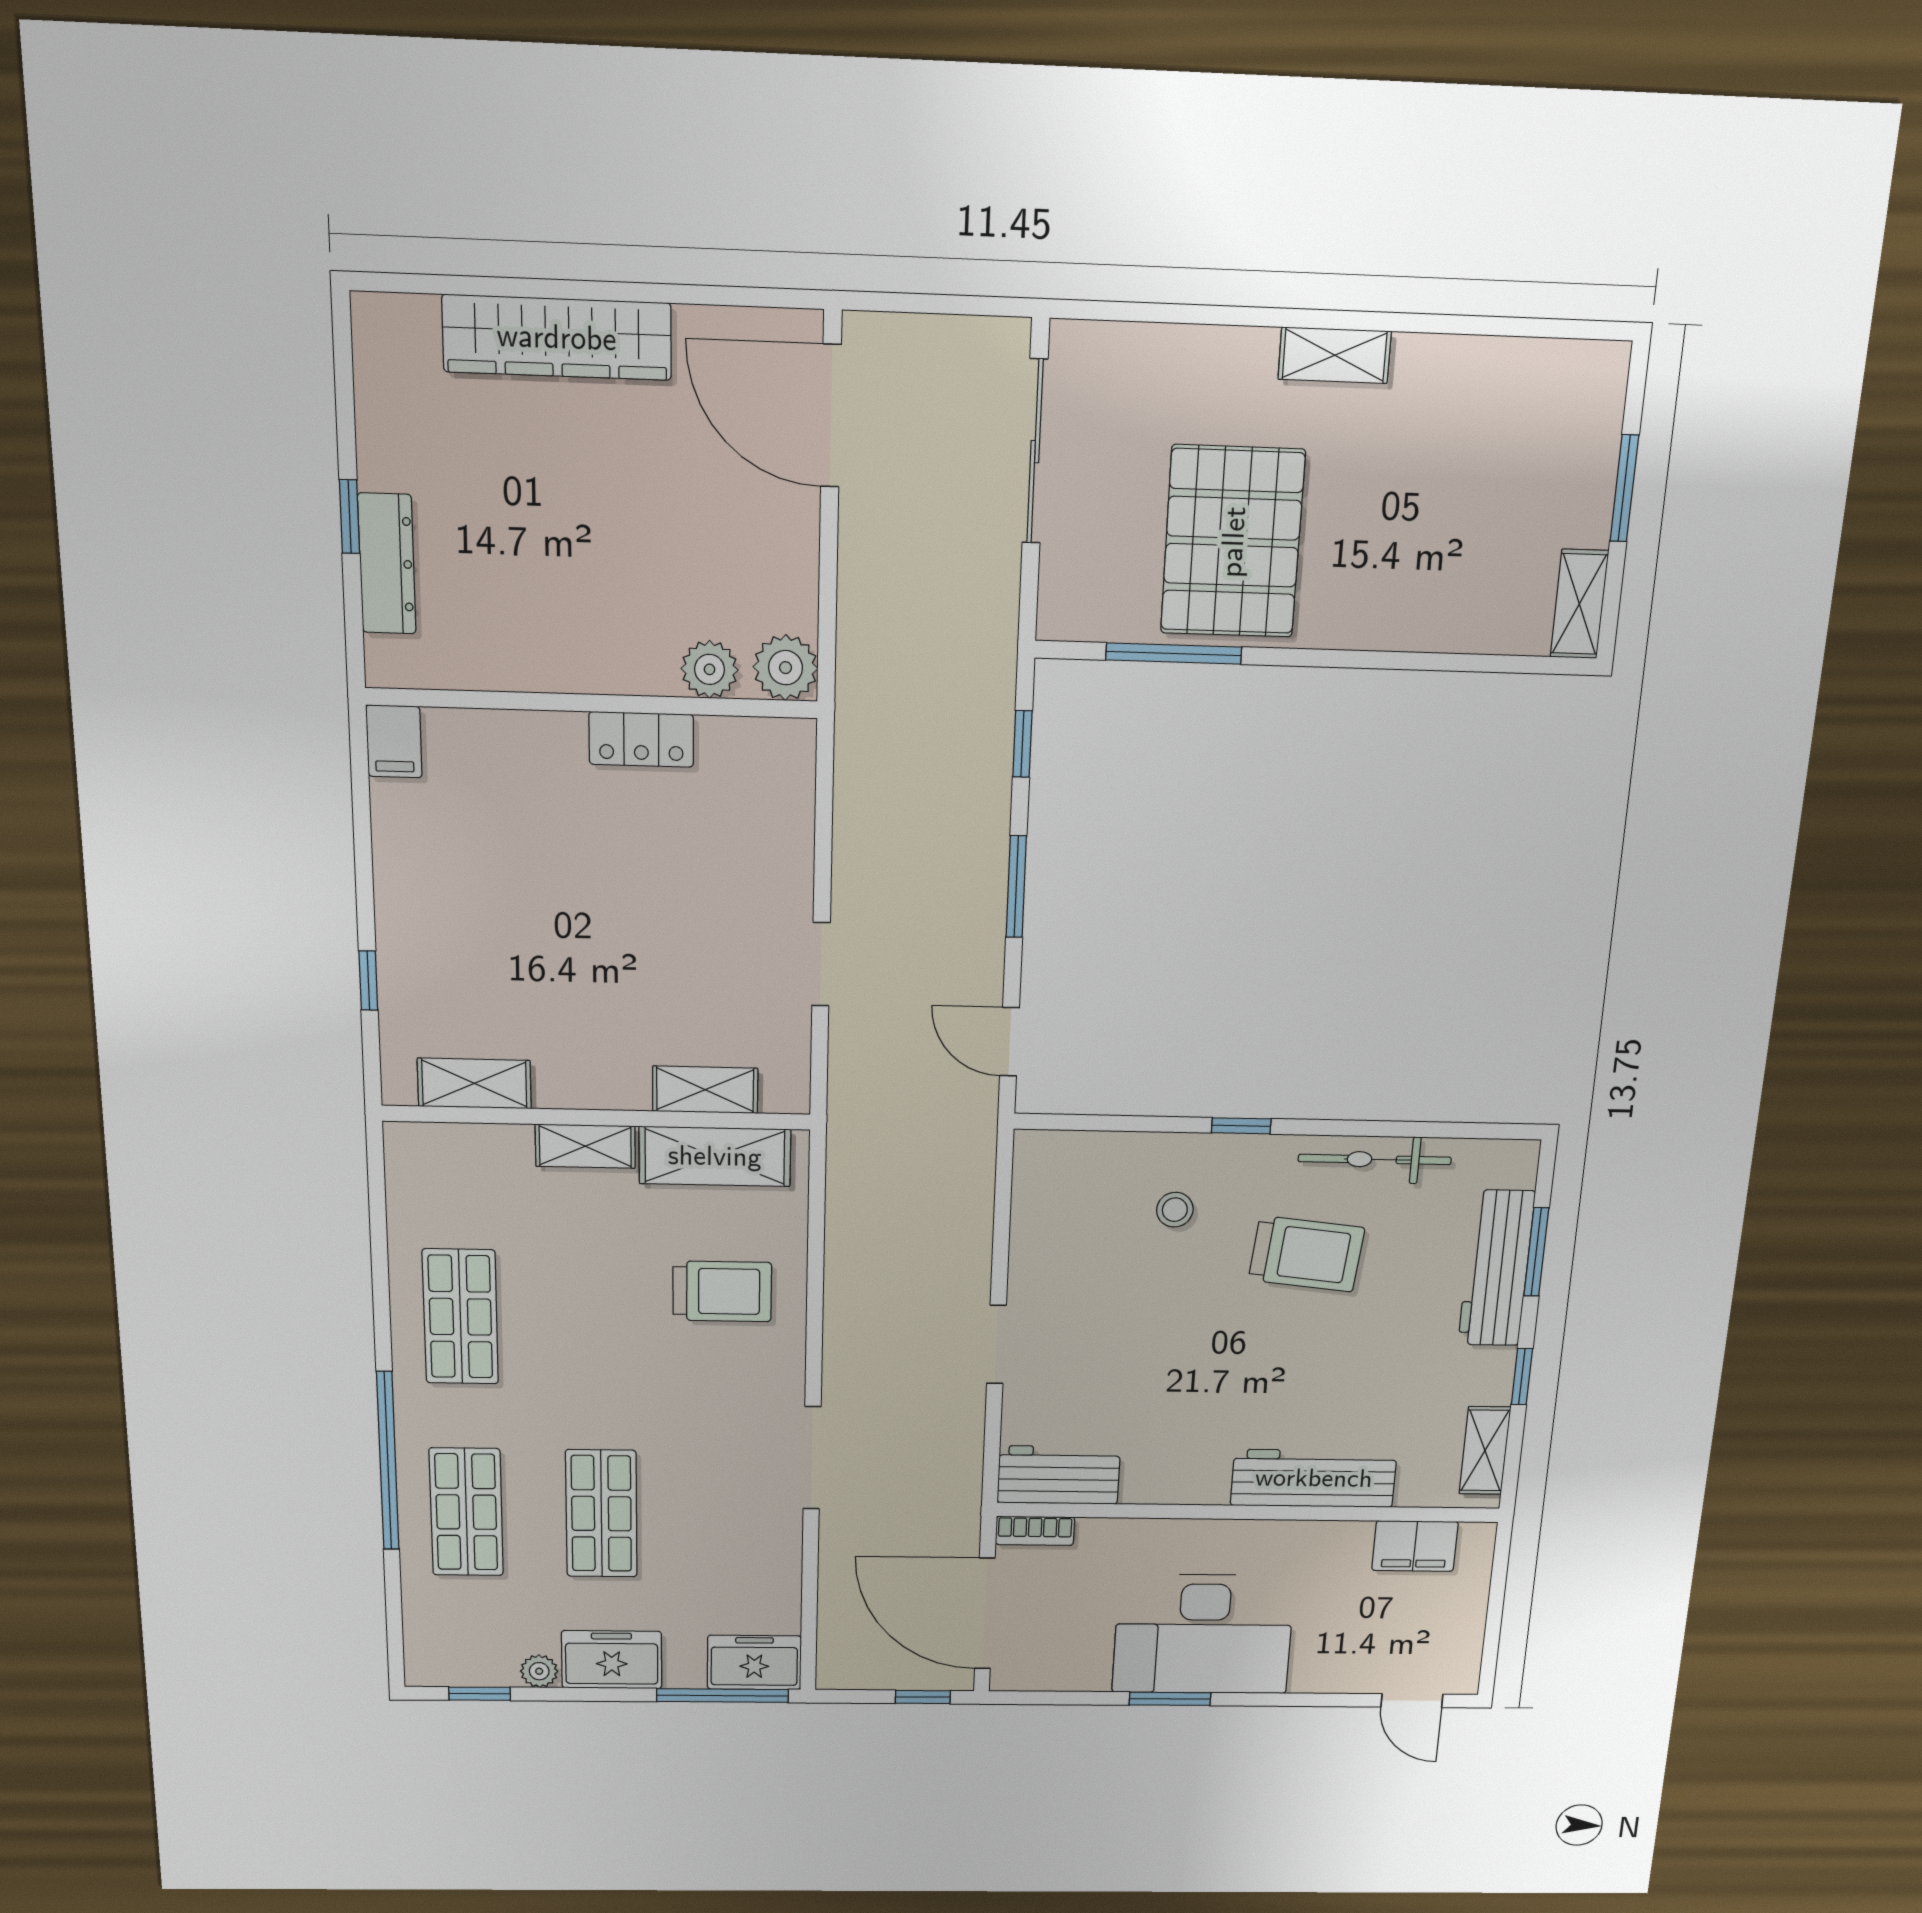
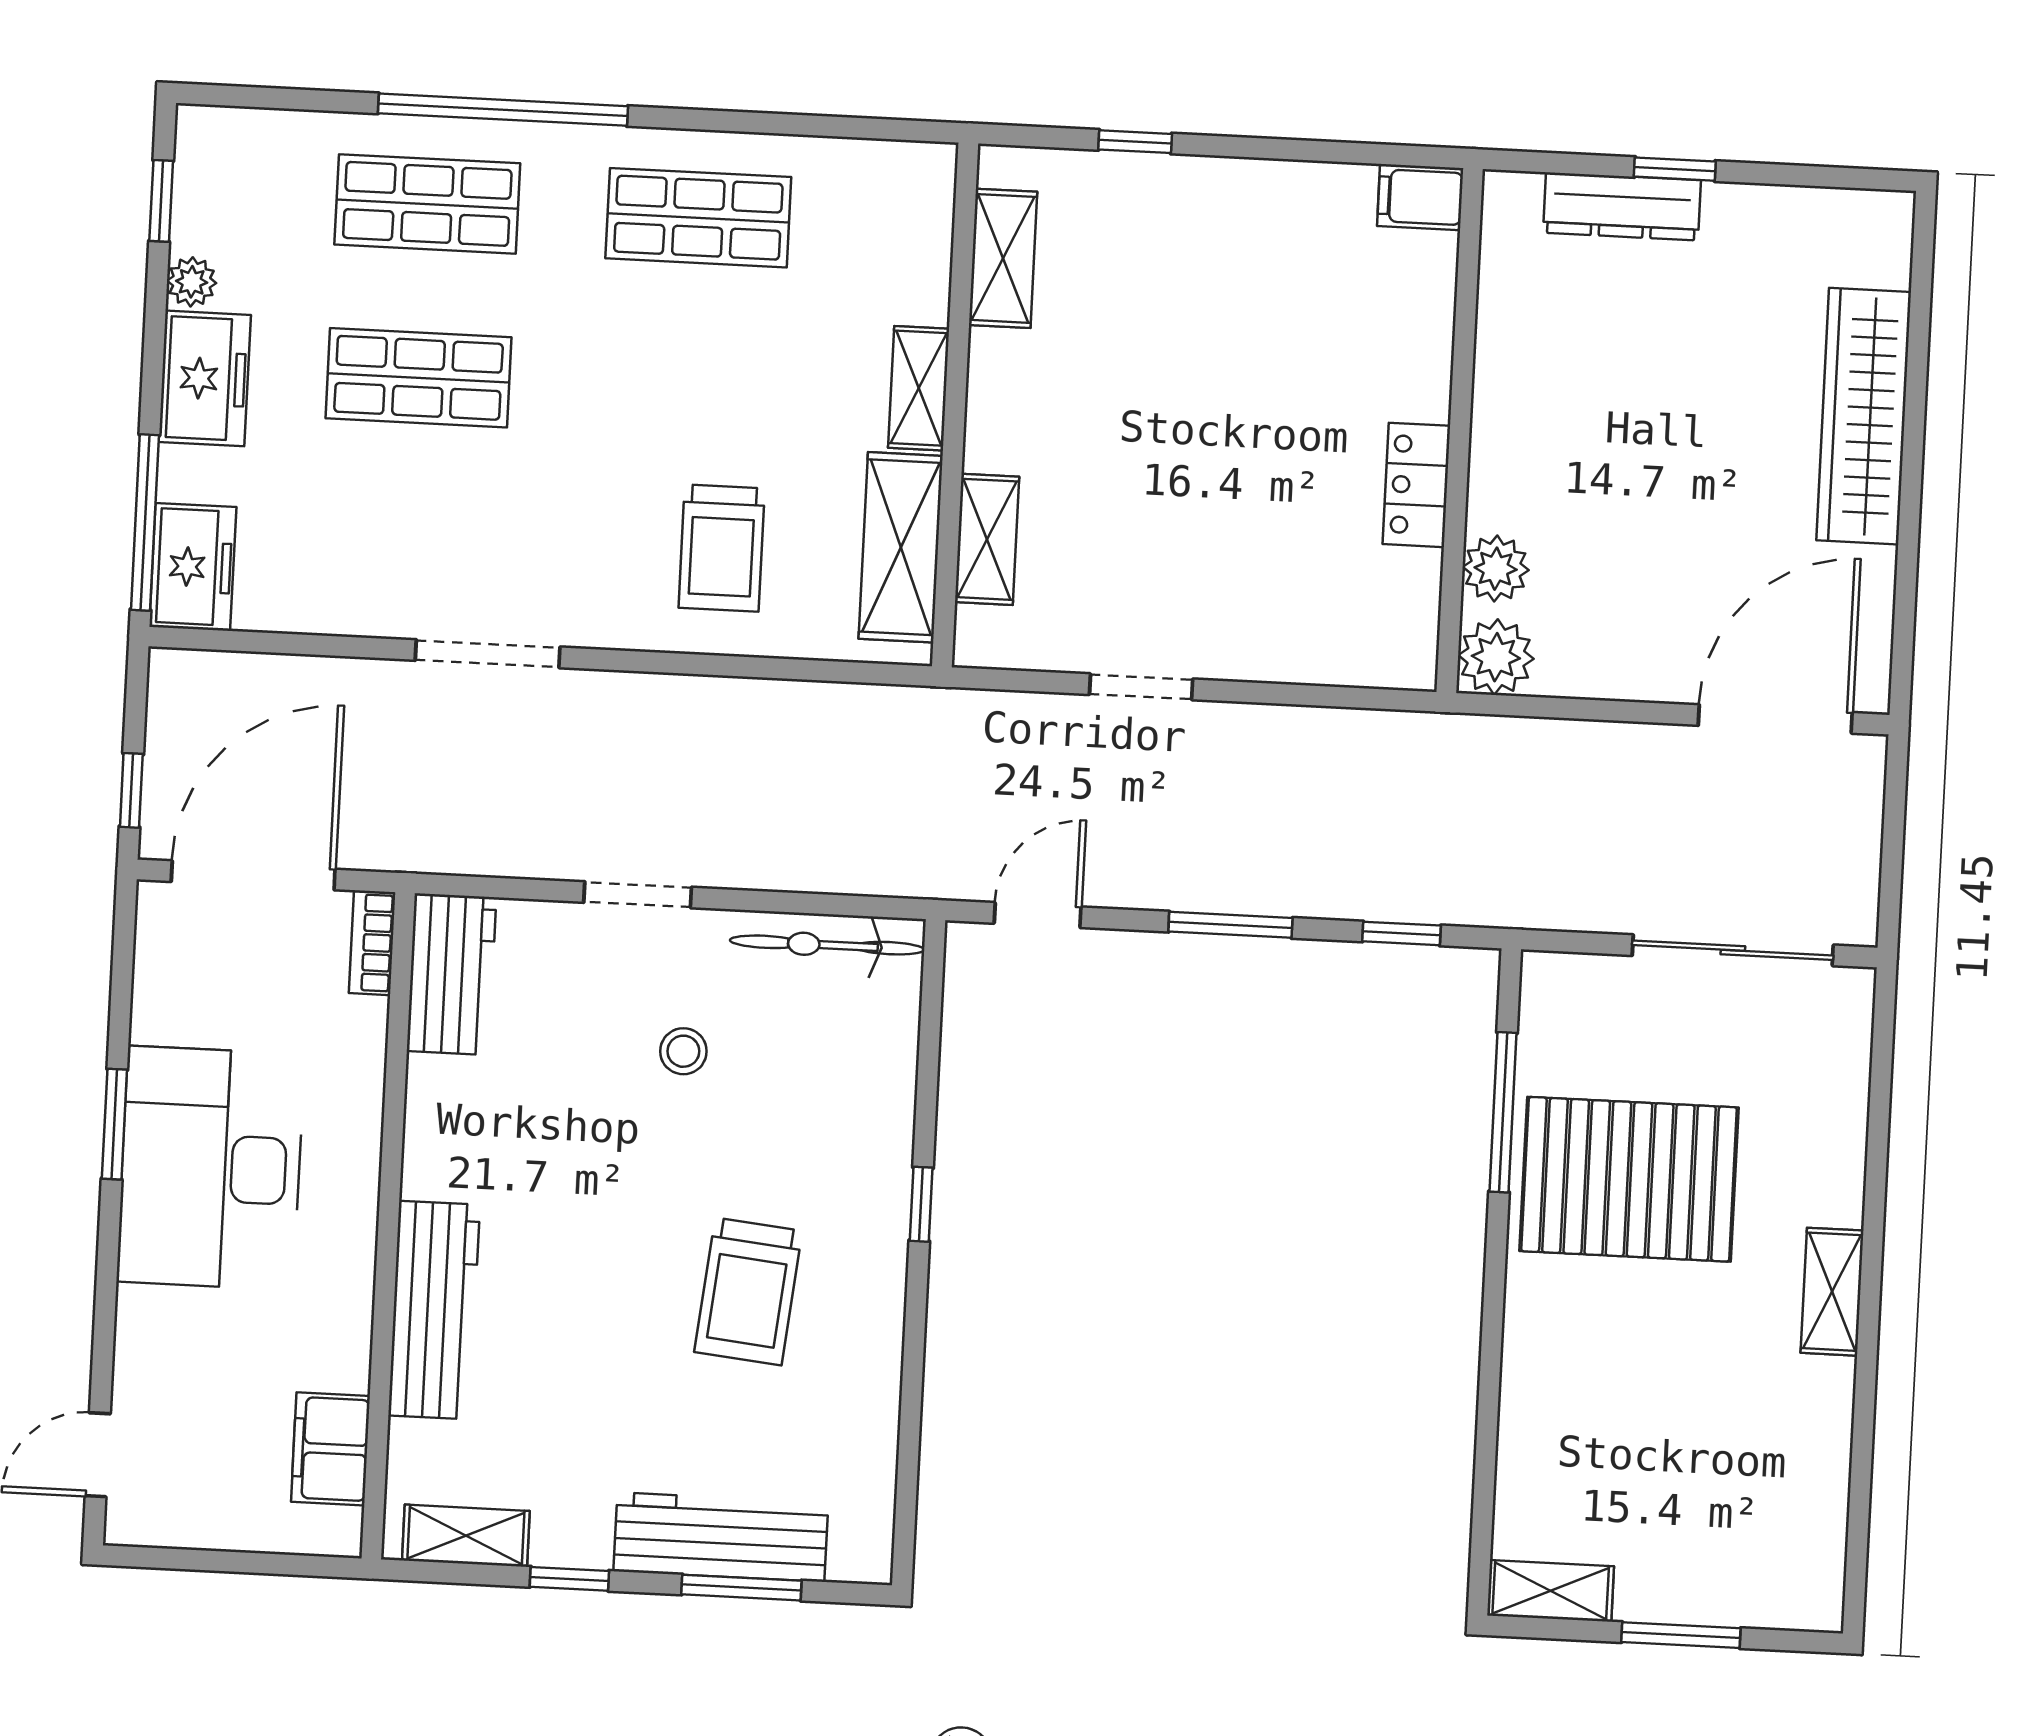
bicycle: (1375, 1159) -> (827, 945), moved, turned -90
stool: (1175, 1210) -> (683, 1051), moved

